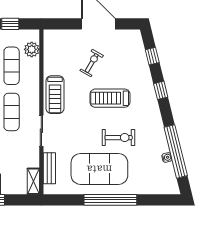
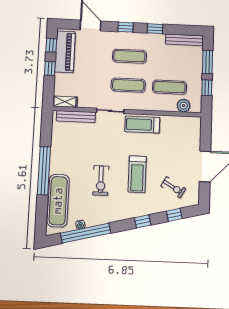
exercise bike: (92, 63) -> (173, 187), moved
treadmill: (110, 98) -> (137, 174), turned 180
bench: (49, 168) -> (76, 117), width x1.36
exercise mat: (99, 169) -> (58, 201), moved, width x0.68

